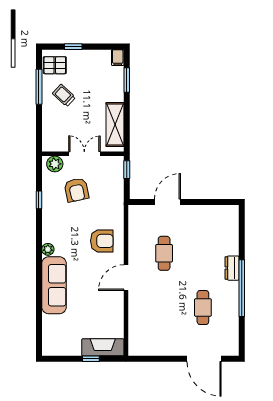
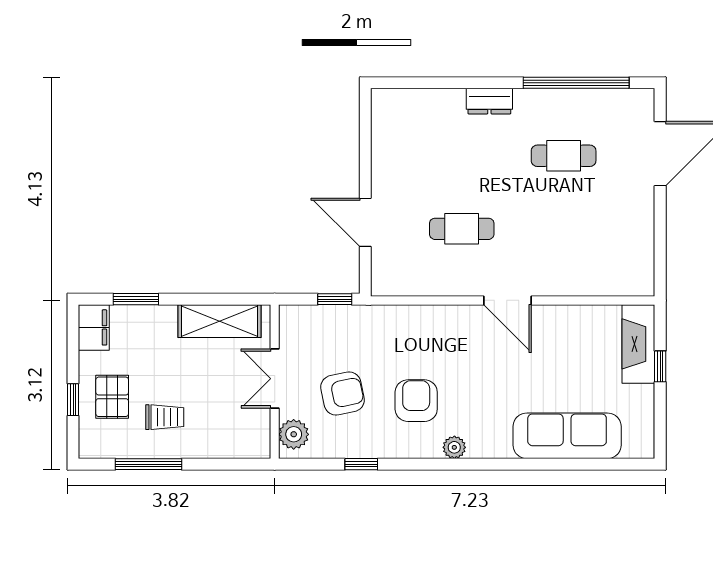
filing cabinet: (118, 58) -> (94, 327), width x2.00
pallet: (55, 65) -> (112, 397), moved
trolley: (64, 95) -> (165, 417), turned -133
window: (127, 170) -> (335, 299), moved
armchair: (102, 241) -> (416, 401), moved
sofa: (54, 285) -> (567, 436), moved
window: (242, 288) -> (576, 83), moved

